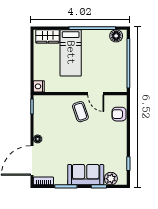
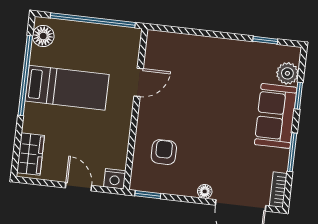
bed: (71, 53) -> (67, 88), moved
door: (32, 66) -> (78, 187), added
coffee table: (80, 112) -> (166, 112), removed
armchair: (119, 114) -> (164, 152), moved, turned 180

